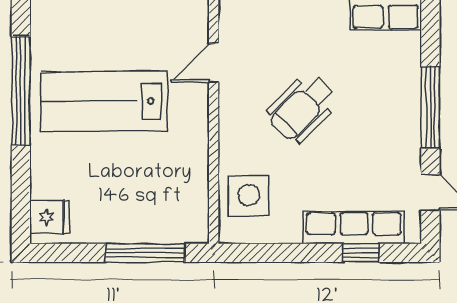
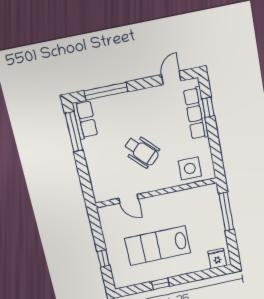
window: (21, 90) -> (160, 284), width x0.32
lab bench: (104, 101) -> (158, 246), turned 90
window: (430, 107) -> (106, 91), moved

